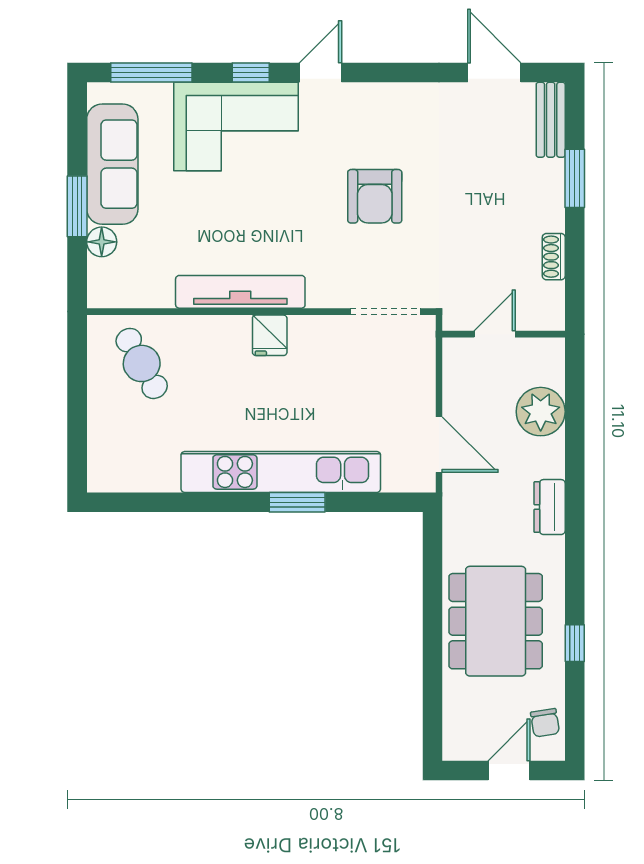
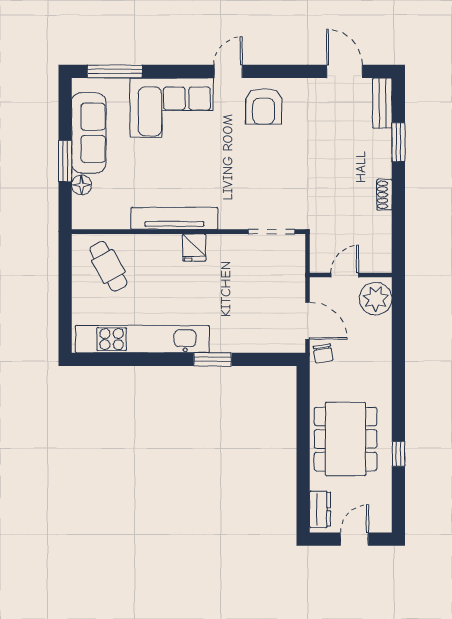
window: (251, 72) -> (181, 71), removed
armchair: (375, 196) -> (264, 106), moved
door: (495, 334) -> (345, 275), moved
wall: (504, 334) -> (351, 275), moved
kitchen unit: (281, 472) -> (142, 339), moved
dresser: (550, 507) -> (320, 509), moved, turned 180
chair: (545, 723) -> (323, 353), moved

